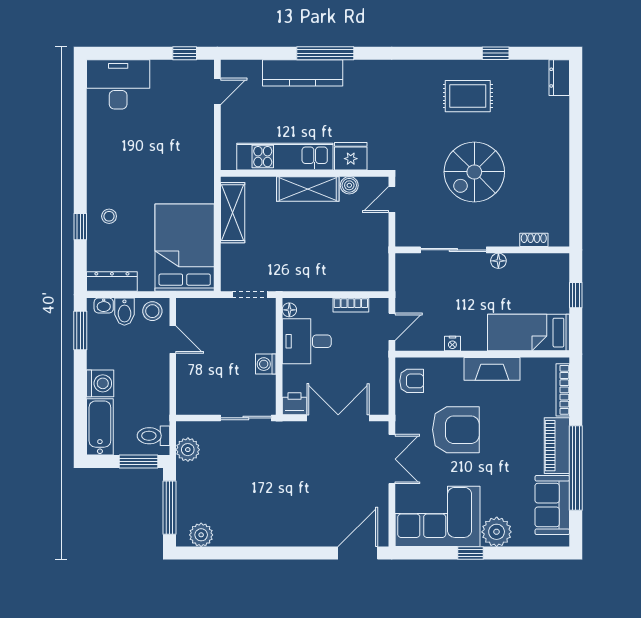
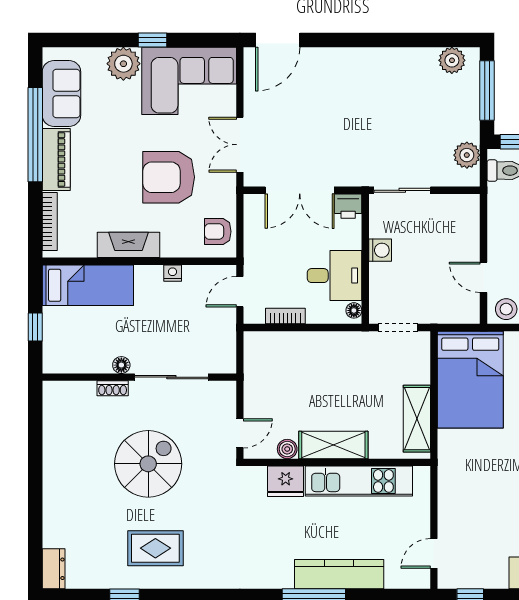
shoe rack: (534, 240) -> (113, 388), moved

